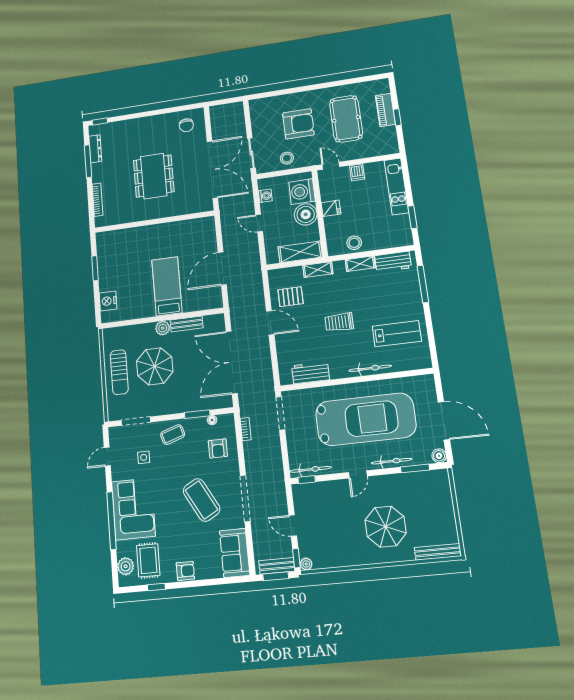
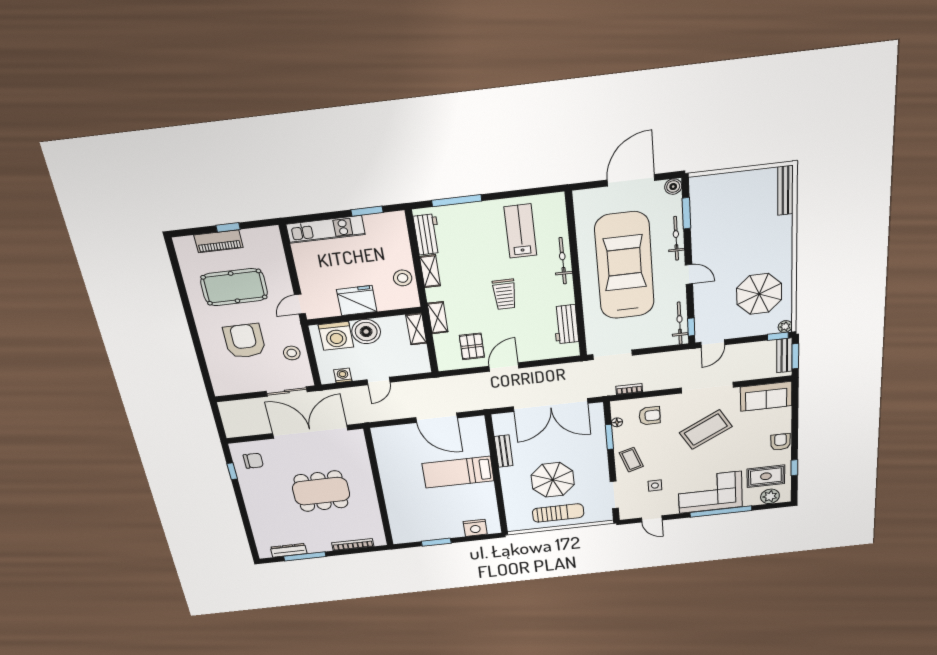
window: (100, 121) -> (232, 471), moved
dishwasher: (357, 172) -> (308, 275), removed
fridge: (331, 208) -> (357, 301), width x1.88, depth x1.34
shelving: (300, 252) -> (416, 329), width x0.67, depth x0.75
plant: (163, 328) -> (508, 474), removed
door: (293, 526) -> (713, 344), moved
parasol: (386, 527) -> (759, 294), moved

